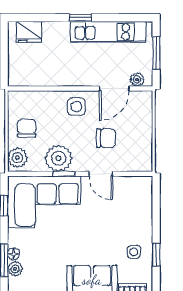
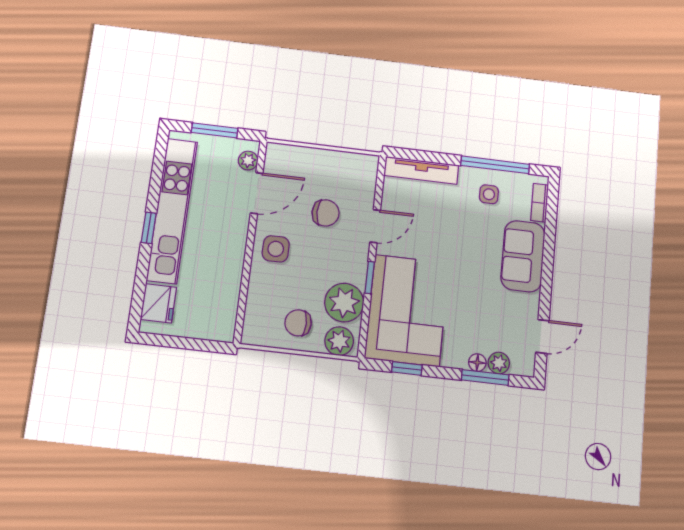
kitchen unit: (108, 32) -> (172, 210), width x1.36
door: (114, 88) -> (257, 193), hinge flipped
chair: (106, 138) -> (326, 213), turned 90
plant: (59, 158) -> (344, 303), moved
tv unit: (145, 202) -> (421, 170), added
window: (156, 255) -> (495, 165), width x2.17

